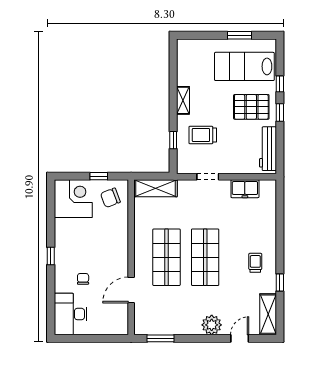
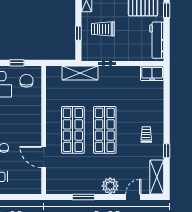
shelving: (155, 188) -> (80, 73), moved
freezer: (245, 189) -> (152, 73), moved
chair: (110, 198) -> (26, 81), turned 111
door: (131, 290) -> (44, 157), hinge flipped
window: (161, 338) -> (83, 197), moved

